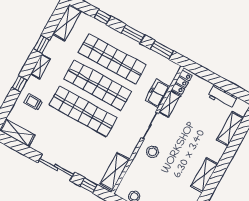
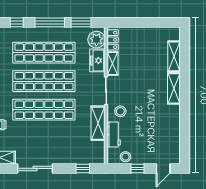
window: (133, 34) -> (50, 22), width x1.44
plant: (167, 74) -> (96, 40), added
workbench: (223, 97) -> (114, 134), moved, turned -90
sliding door: (56, 167) -> (35, 168), moved
shelving: (115, 172) -> (98, 123), moved
shelving: (204, 175) -> (174, 88), moved

